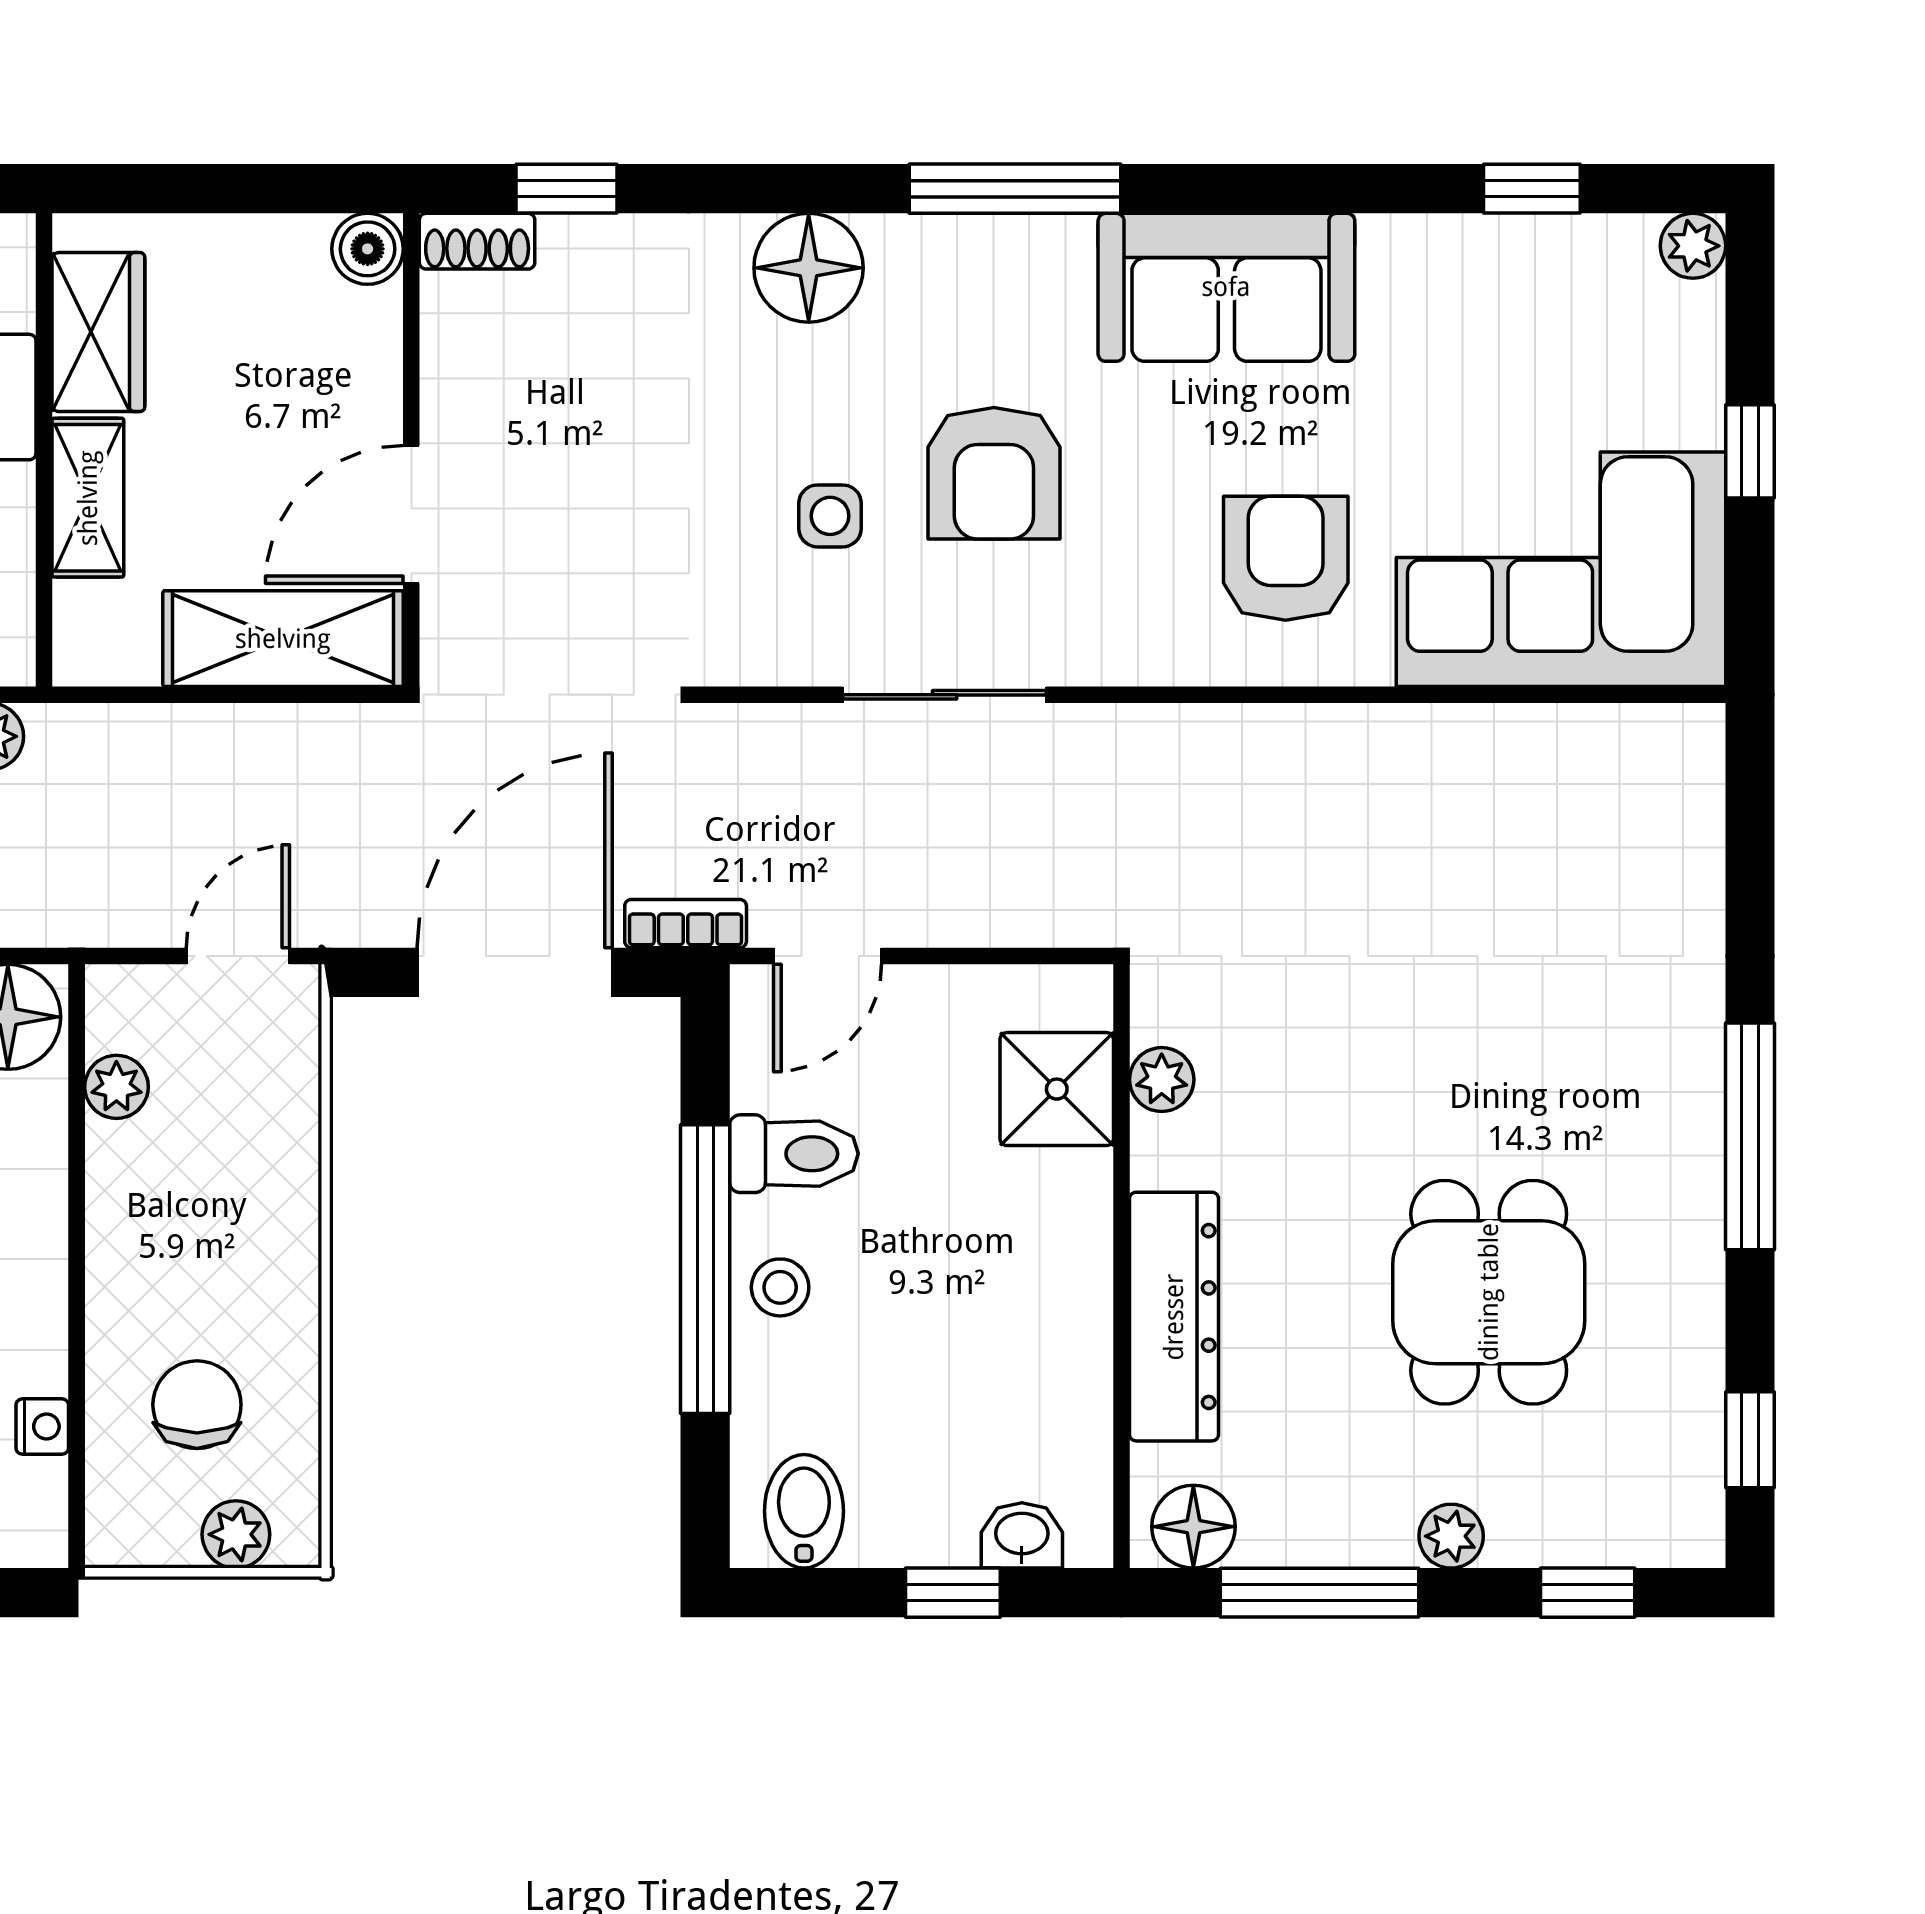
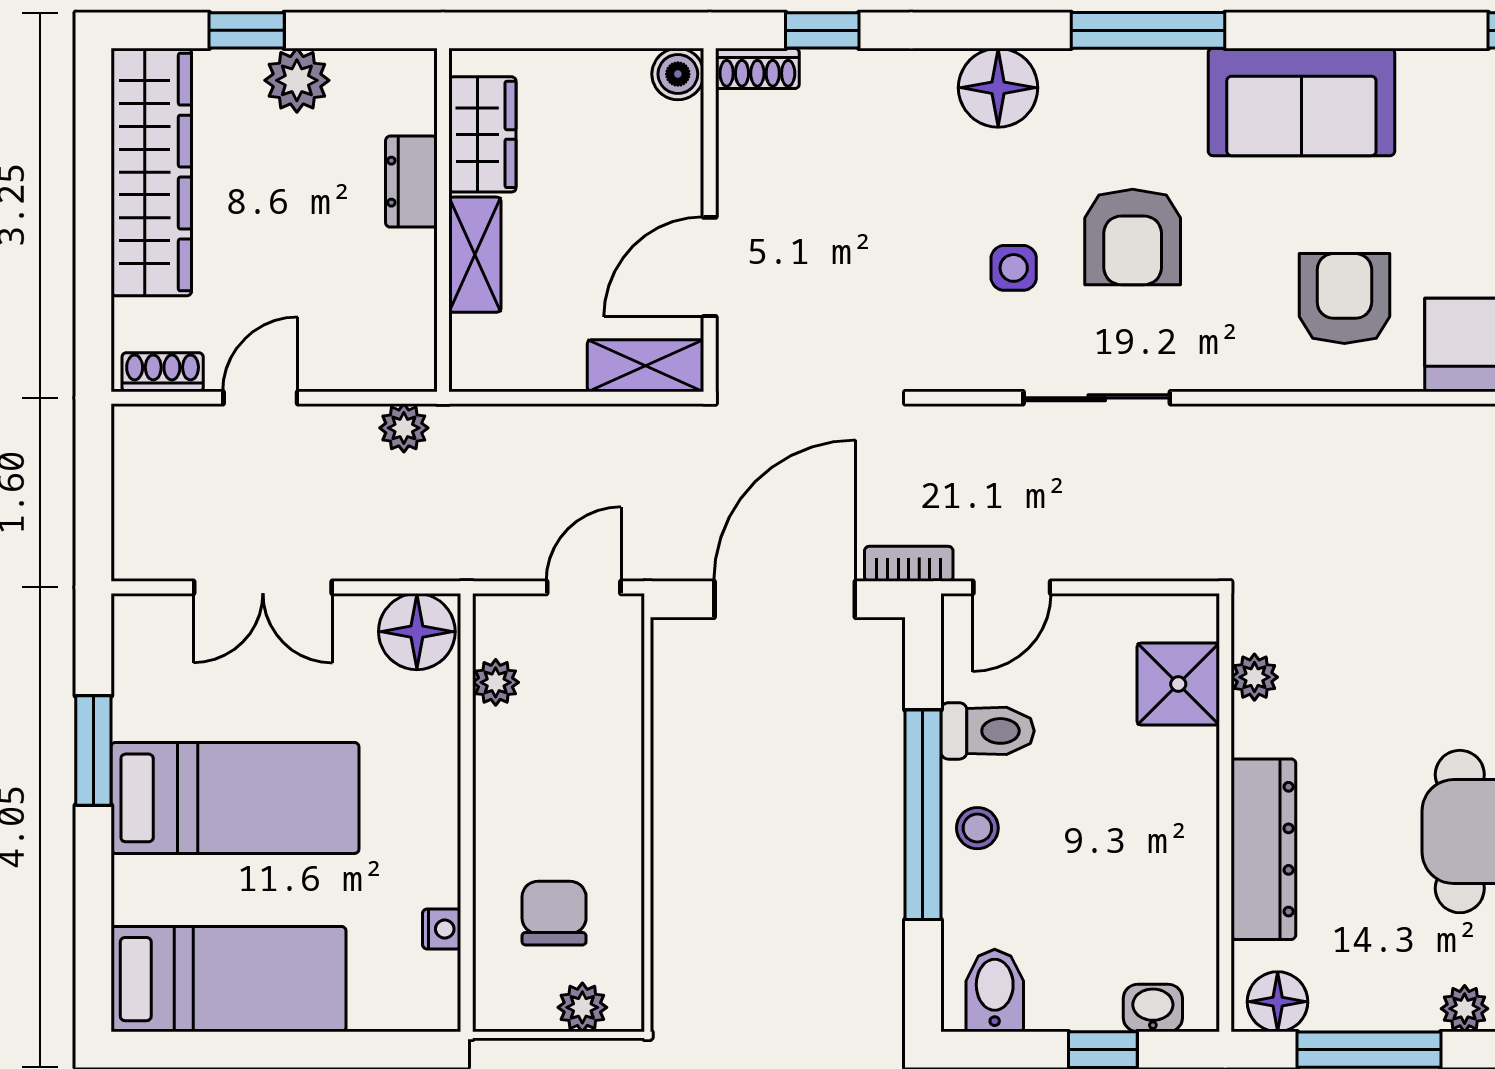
shelving: (283, 639) -> (646, 366), width x0.67, depth x0.75

